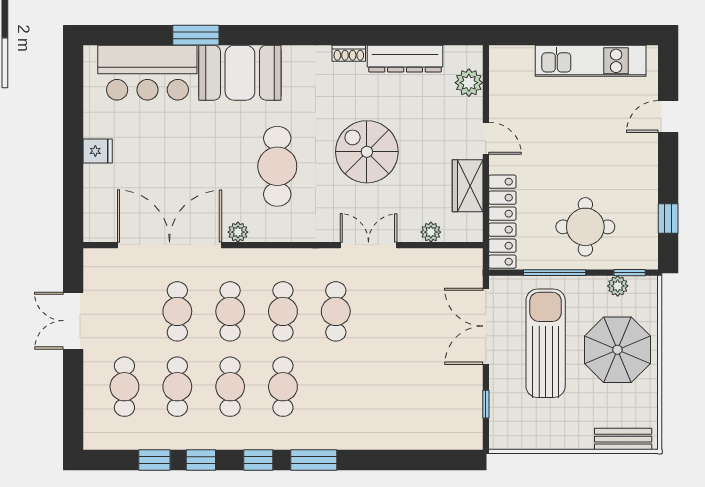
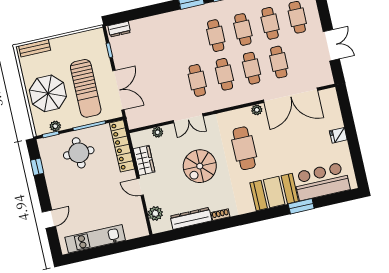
spiral stairs: (367, 152) -> (200, 166), turned 90
dresser: (459, 439) -> (119, 29), added

